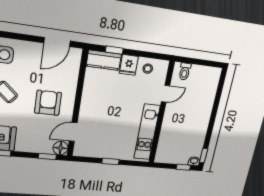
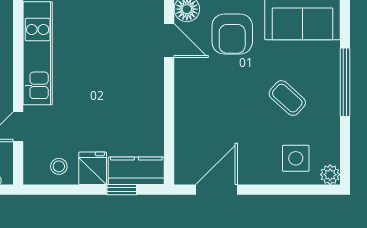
armchair: (48, 103) -> (232, 34), moved
door: (73, 132) -> (169, 41), hinge flipped

